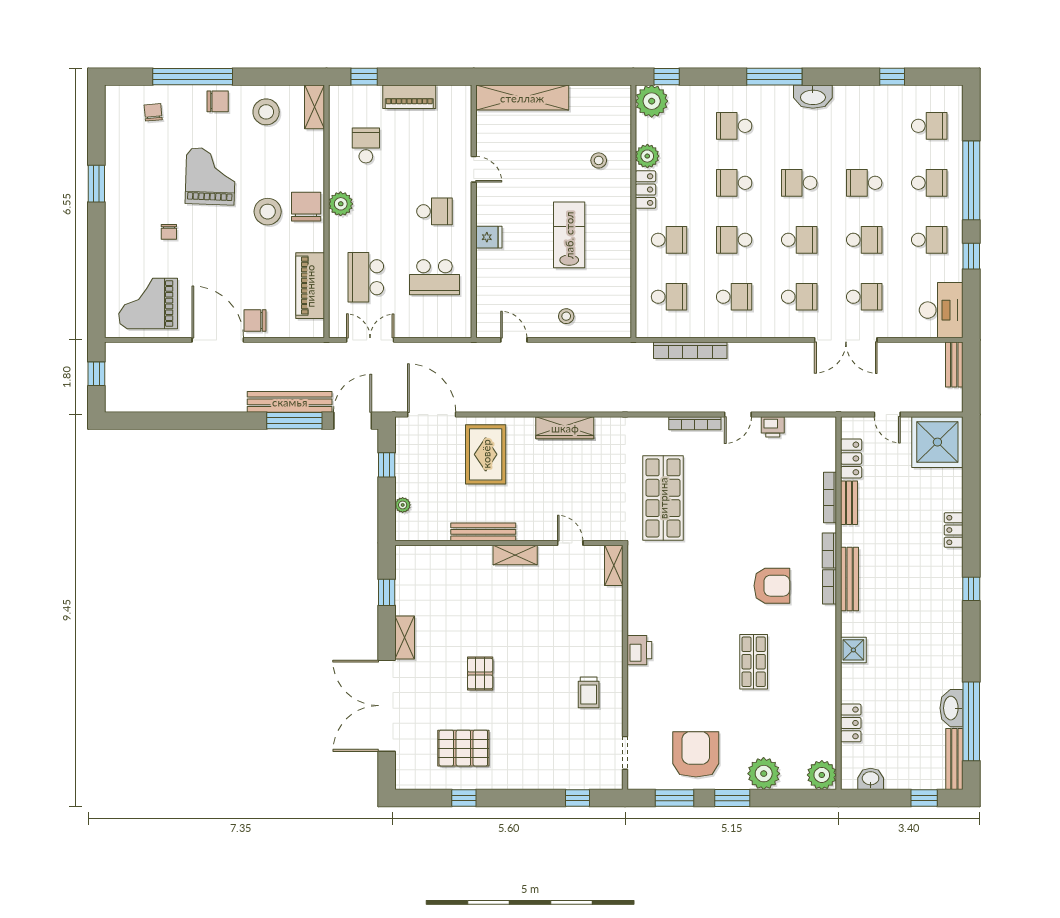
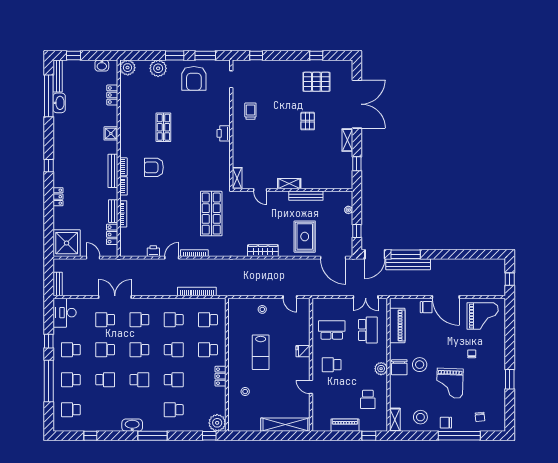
school desk: (734, 126) -> (174, 410), turned 180
plant: (647, 156) -> (219, 394), removed

